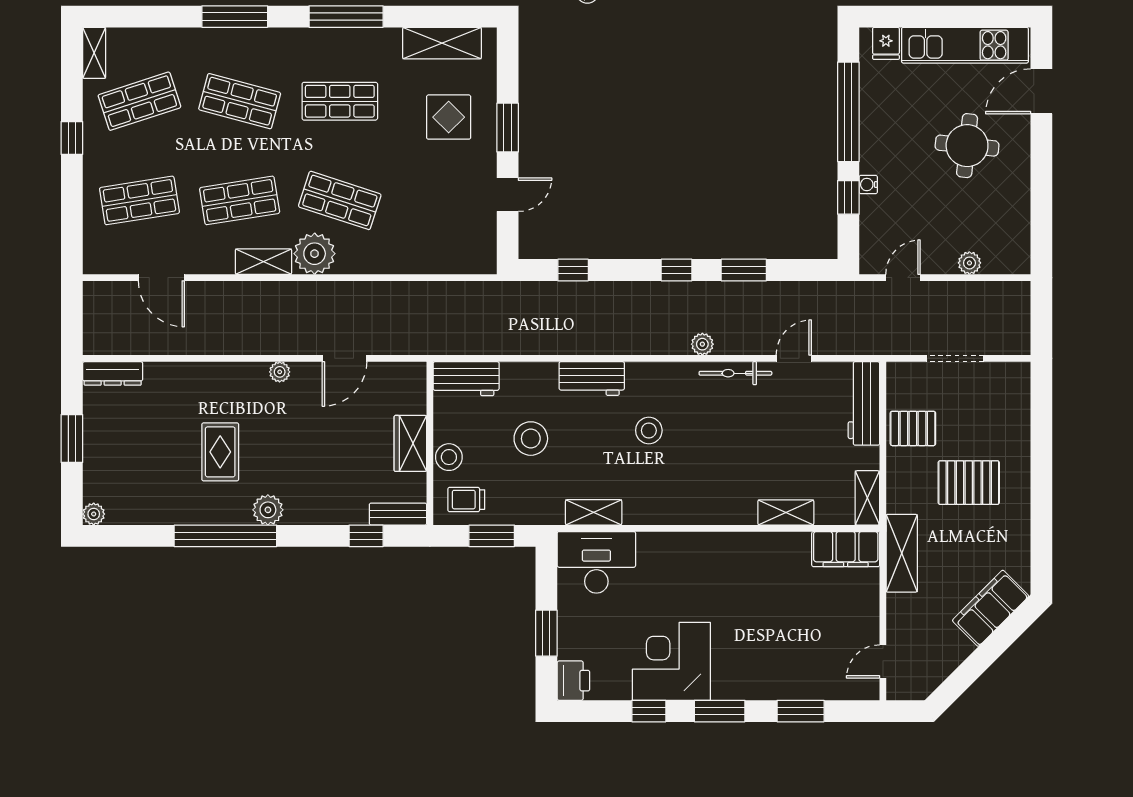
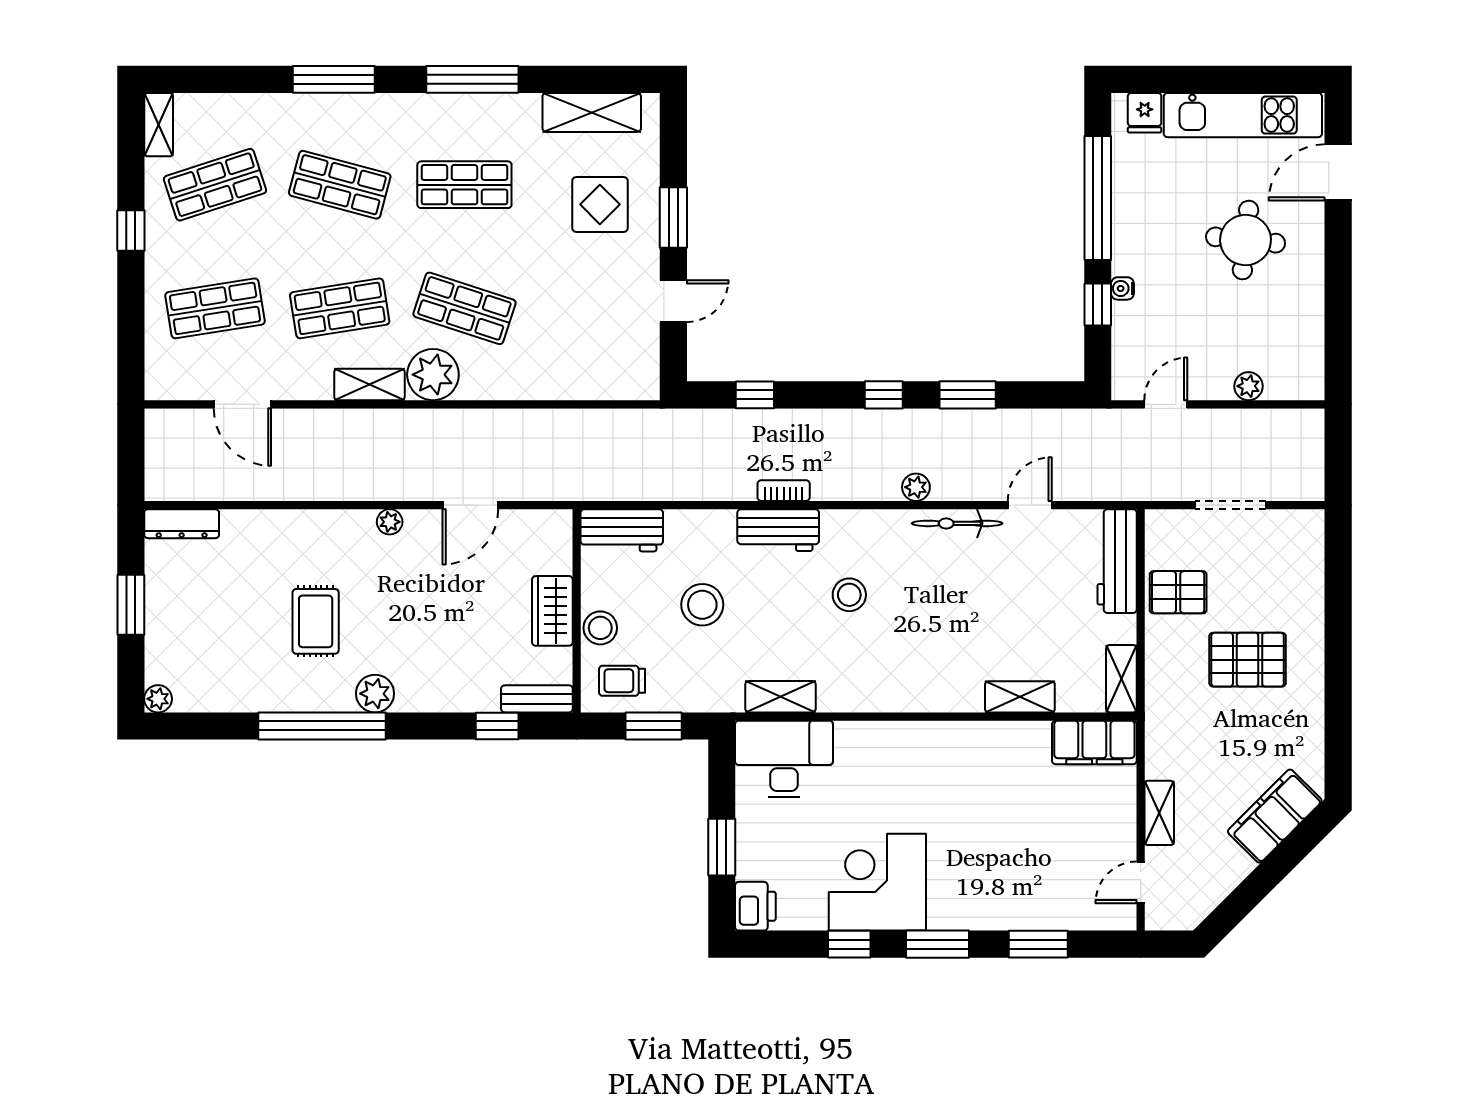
bookcase: (596, 347) -> (784, 491), added
shelving: (902, 553) -> (1159, 813), moved, width x0.67, depth x0.75

